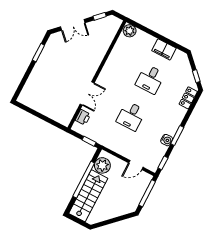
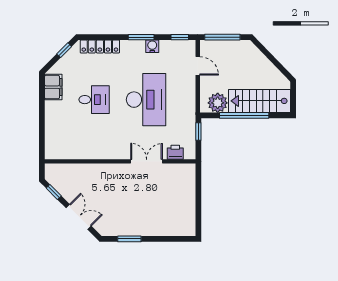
plant: (130, 31) -> (52, 150), removed
filing cabinet: (164, 49) -> (53, 87), moved
locker: (188, 98) -> (100, 47), width x1.53
desk: (131, 116) -> (146, 100), width x1.87, depth x1.30

